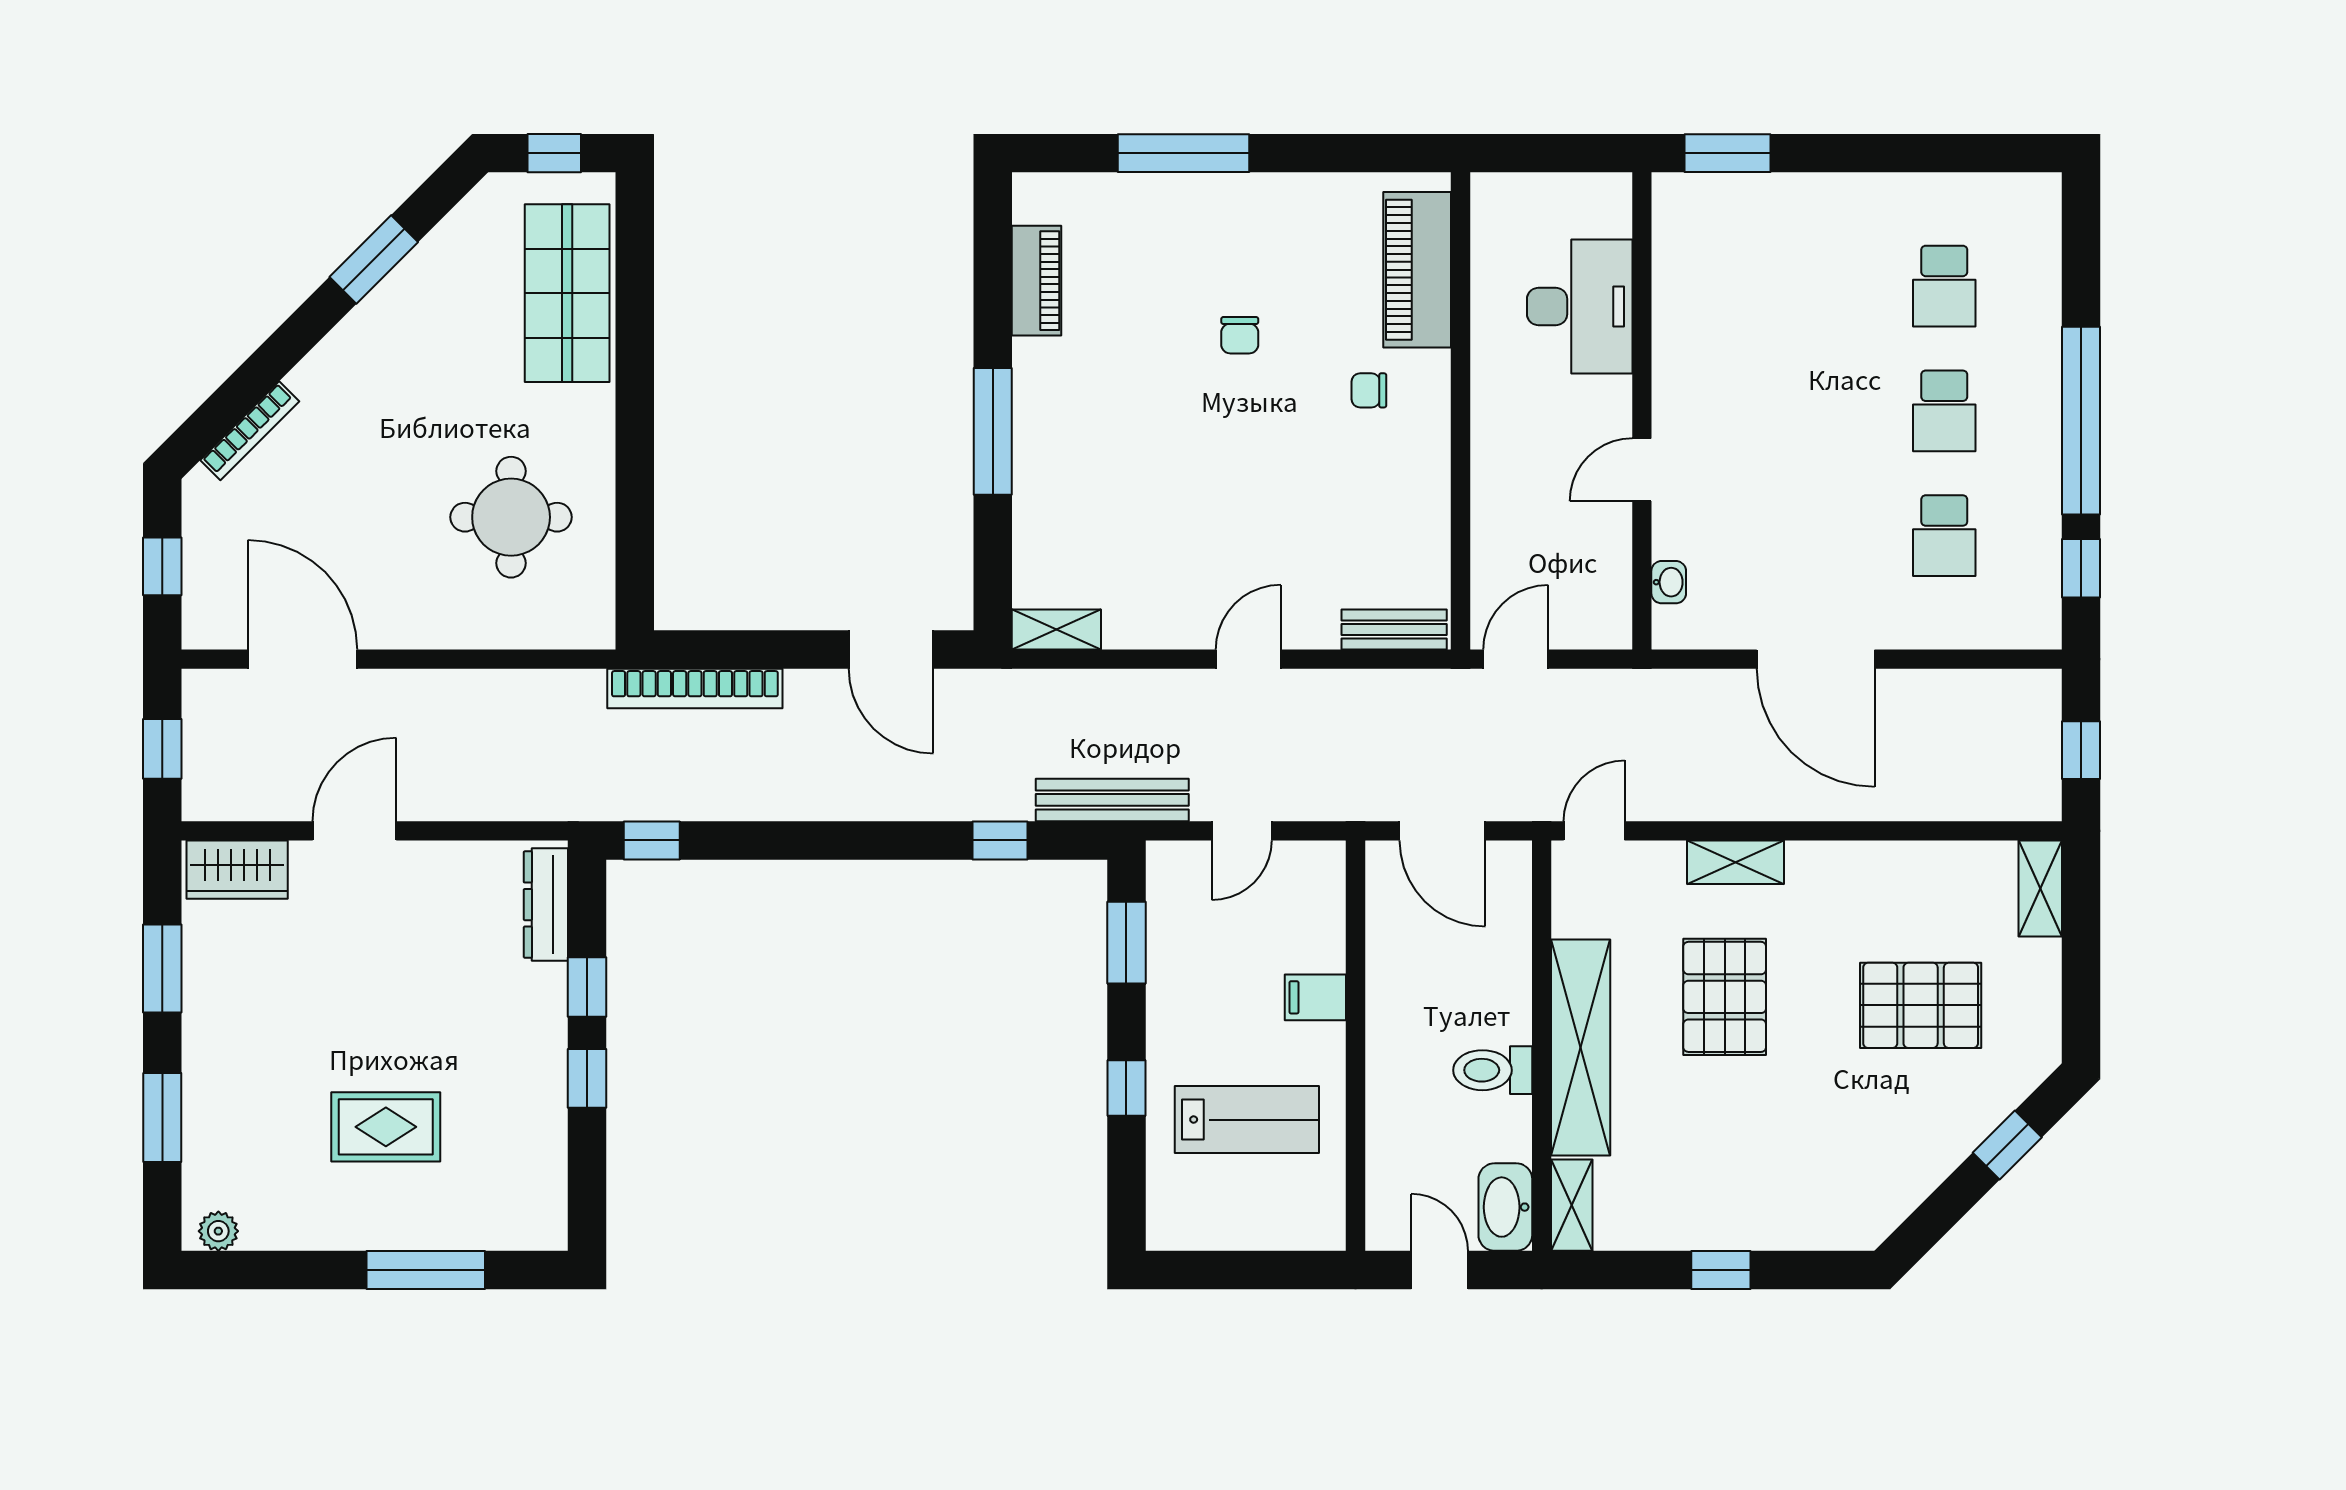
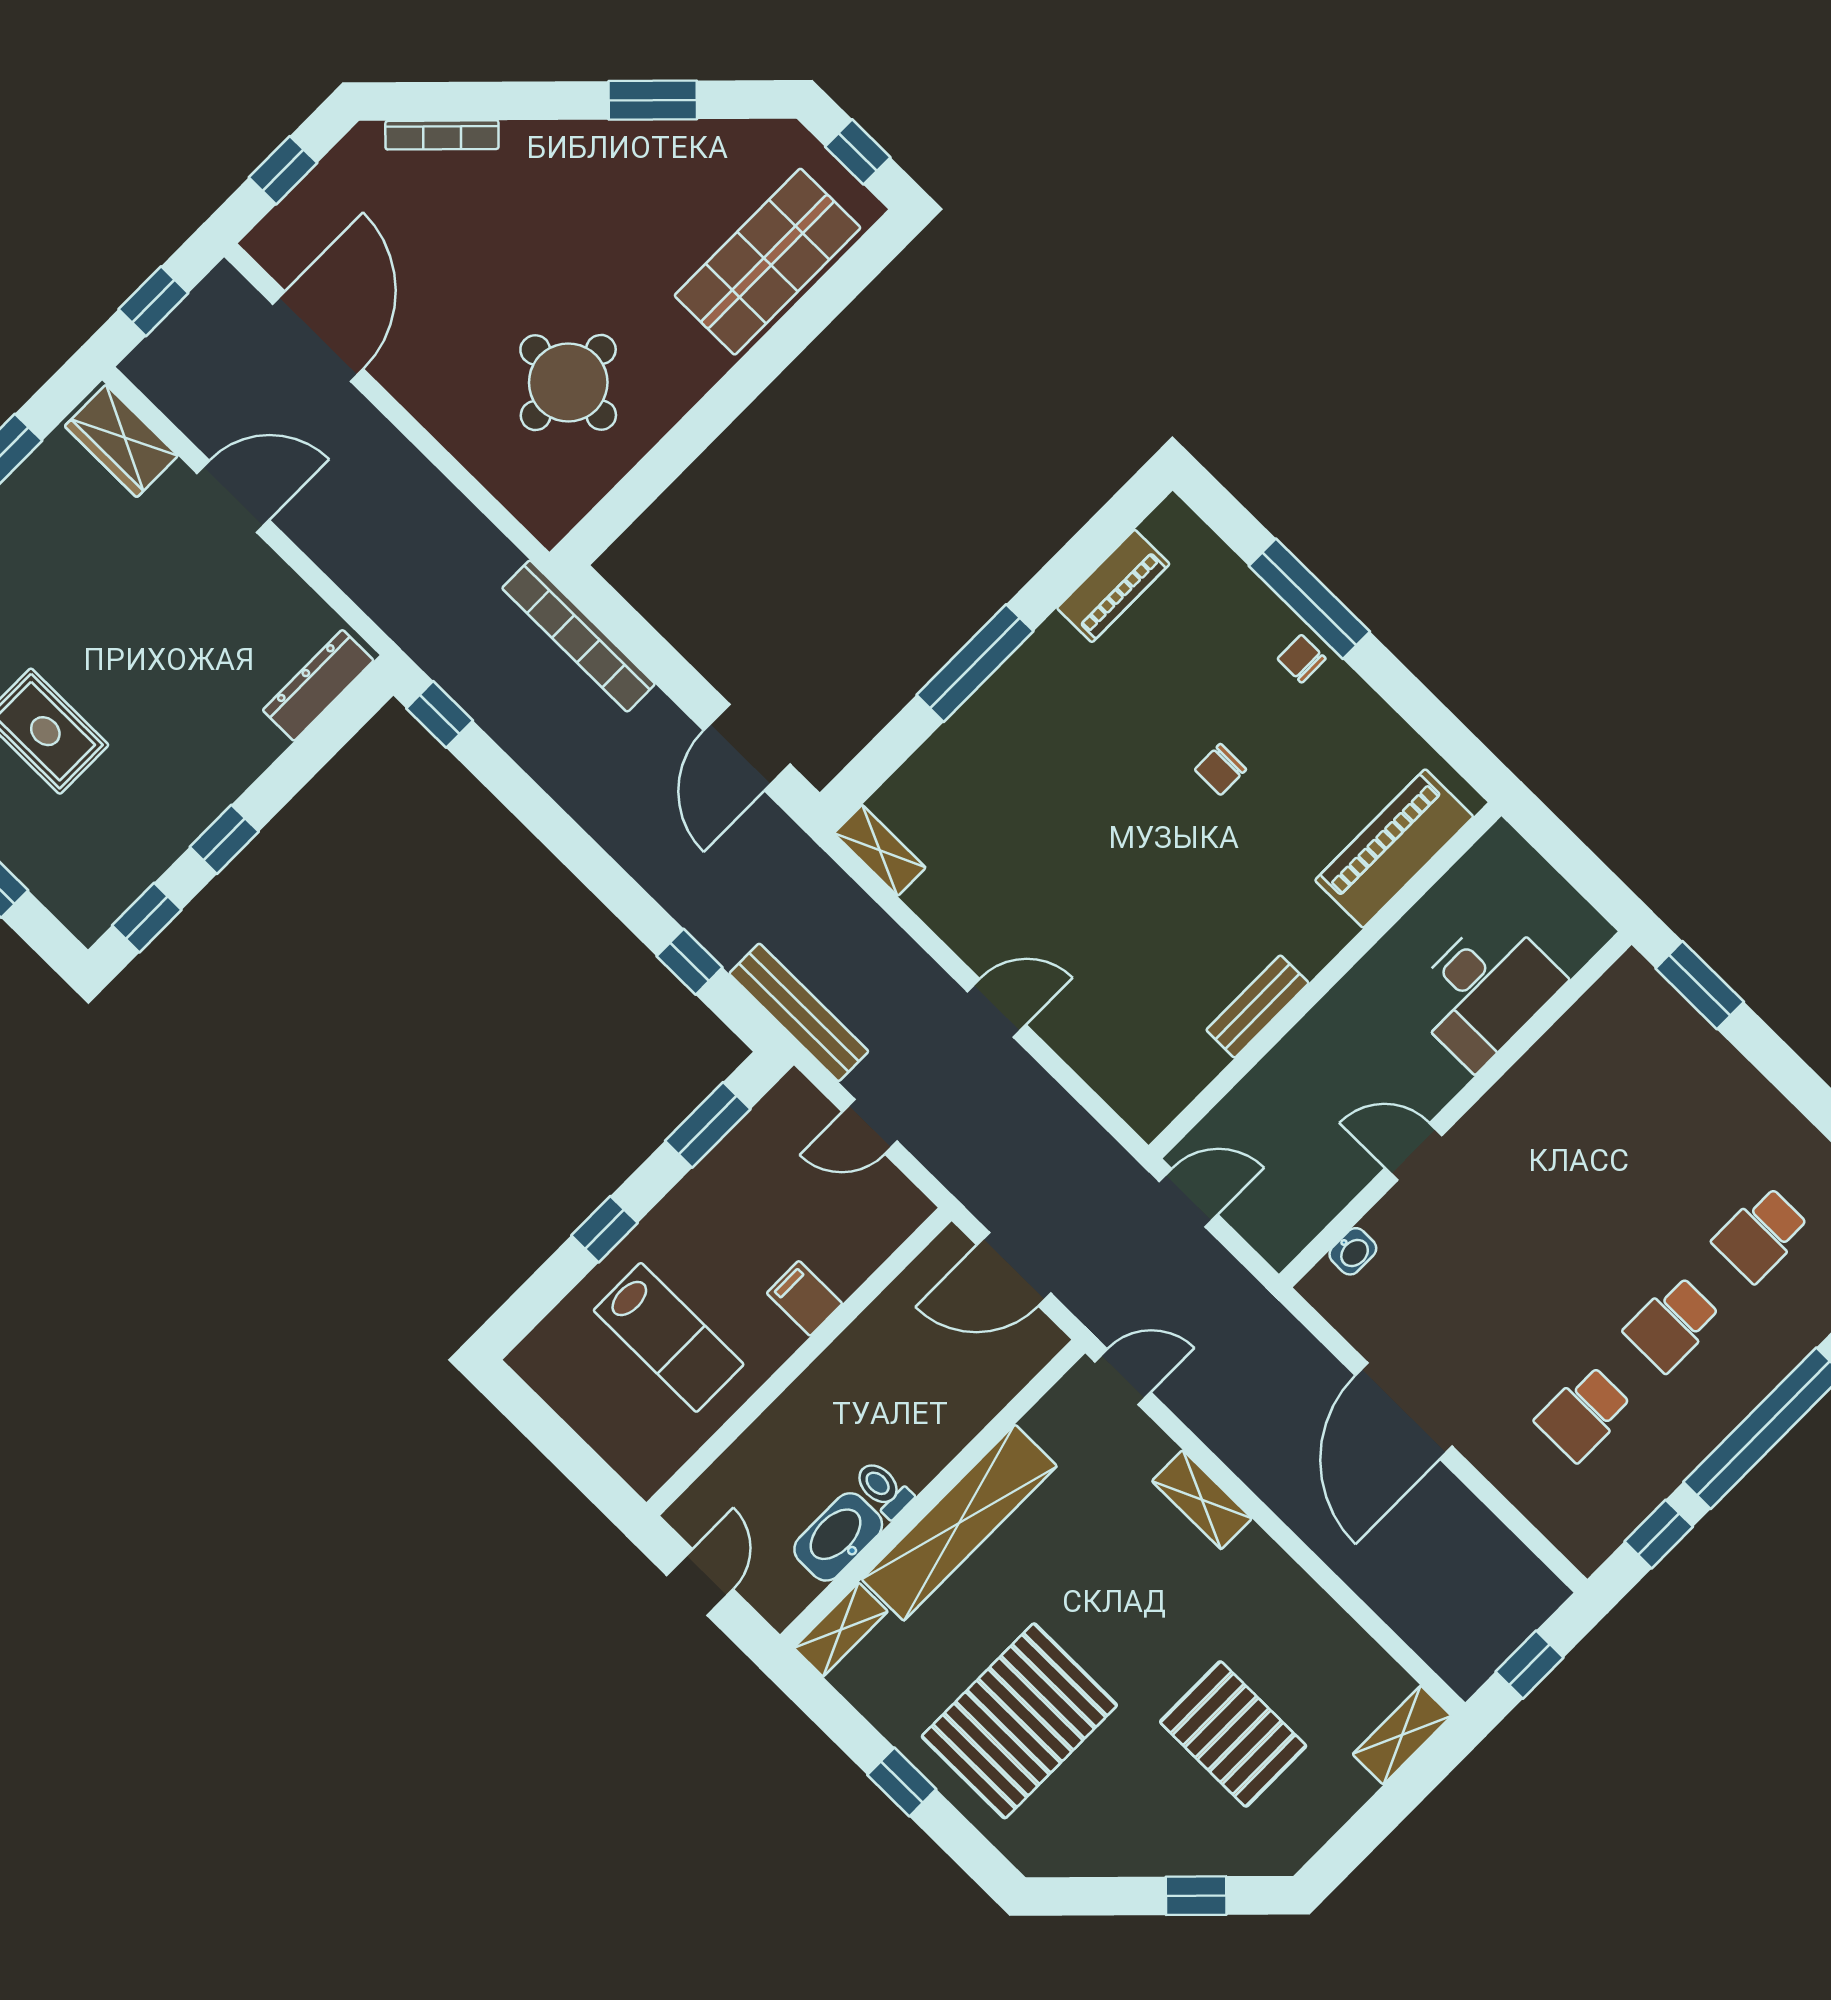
chair: (1369, 390) -> (1302, 659), moved
bench: (1394, 629) -> (1257, 1006), moved, turned 90
door: (1442, 831) -> (1014, 1269), hinge flipped
window: (587, 987) -> (147, 918), moved
pallet: (1725, 997) -> (1019, 1721), moved, width x1.37, depth x1.41
toilet: (1493, 1070) -> (883, 1489), width x0.73, depth x0.72
washbasin: (1505, 1207) -> (838, 1537), moved

